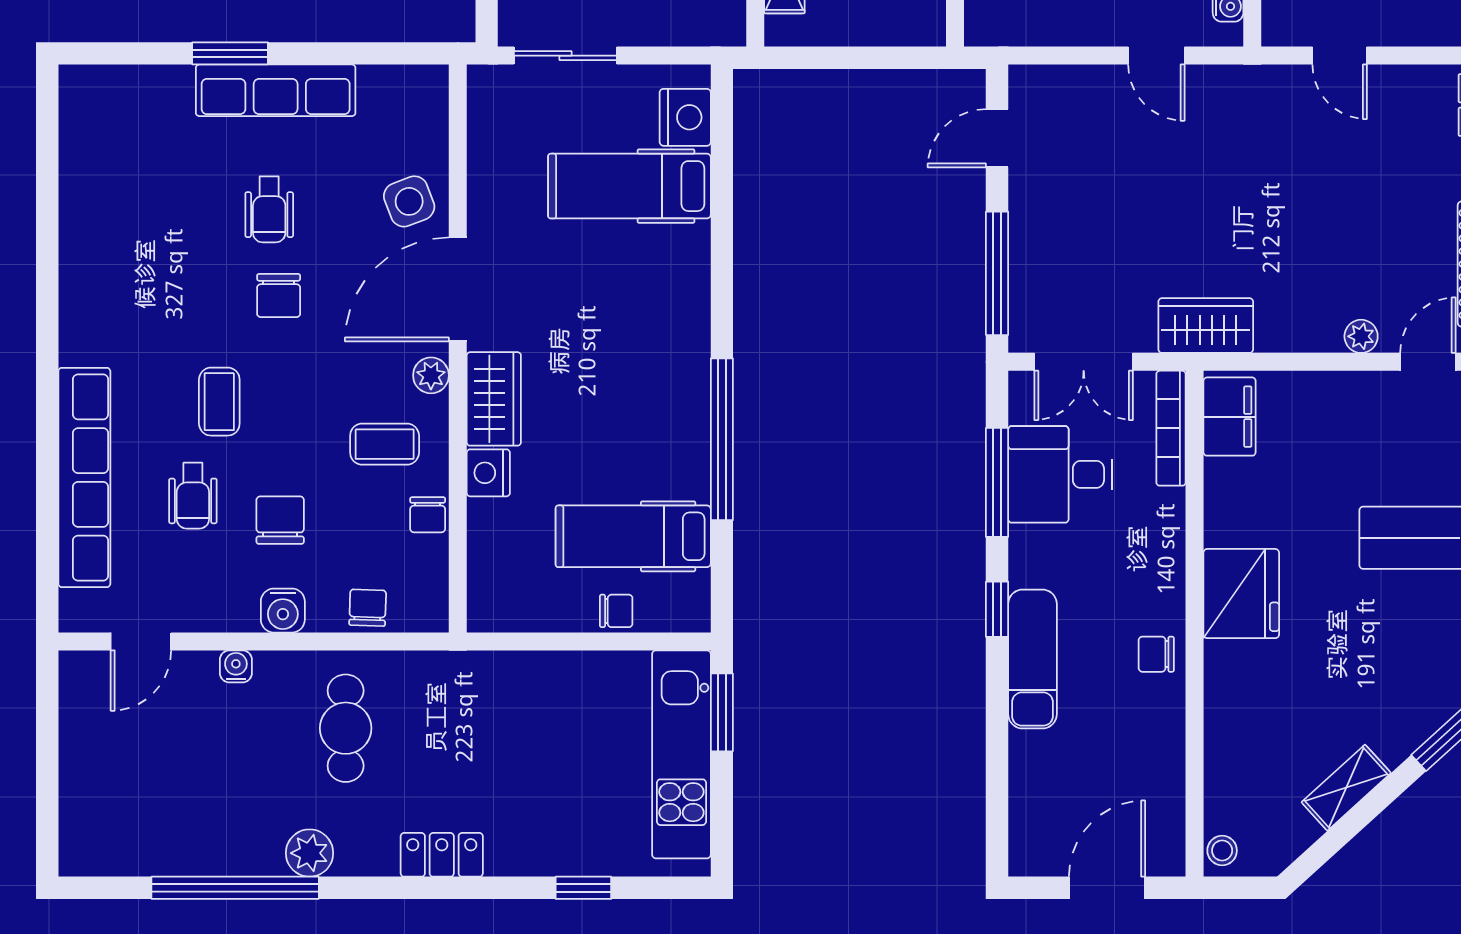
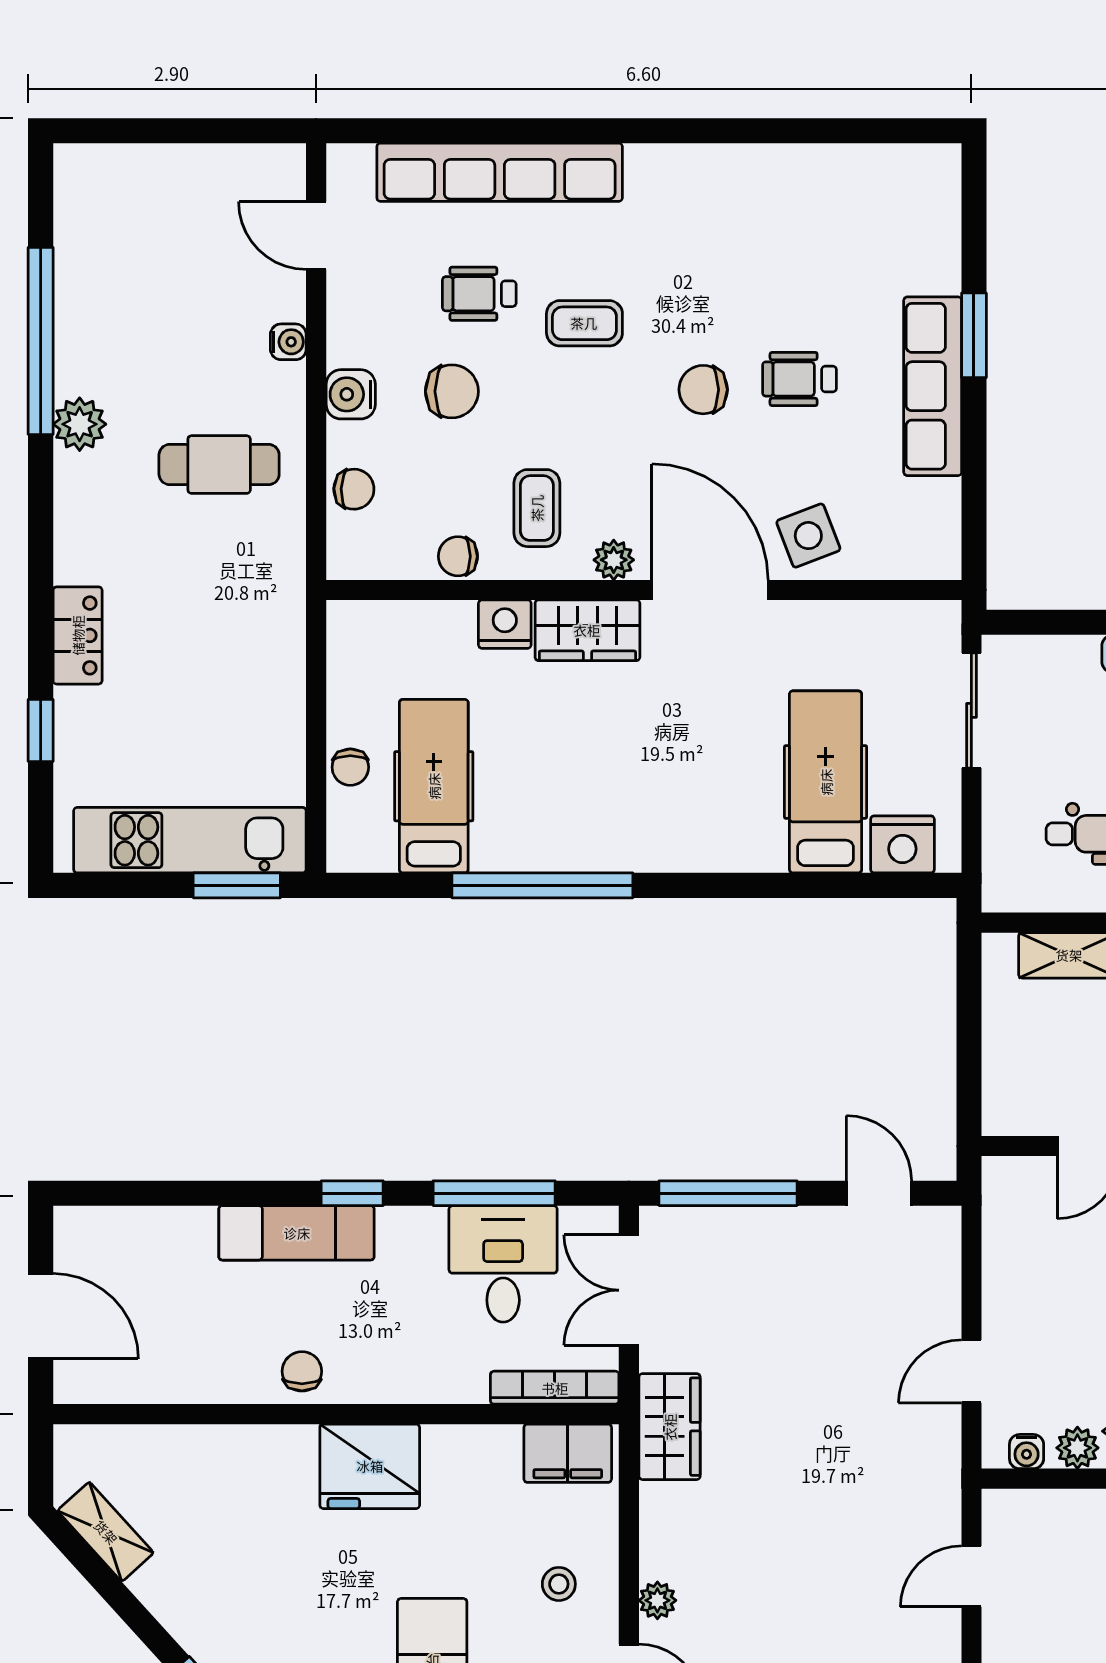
shelving: (1346, 788) -> (106, 1532), moved
stool: (1222, 851) -> (559, 1584), moved
locker: (442, 855) -> (78, 635), moved

